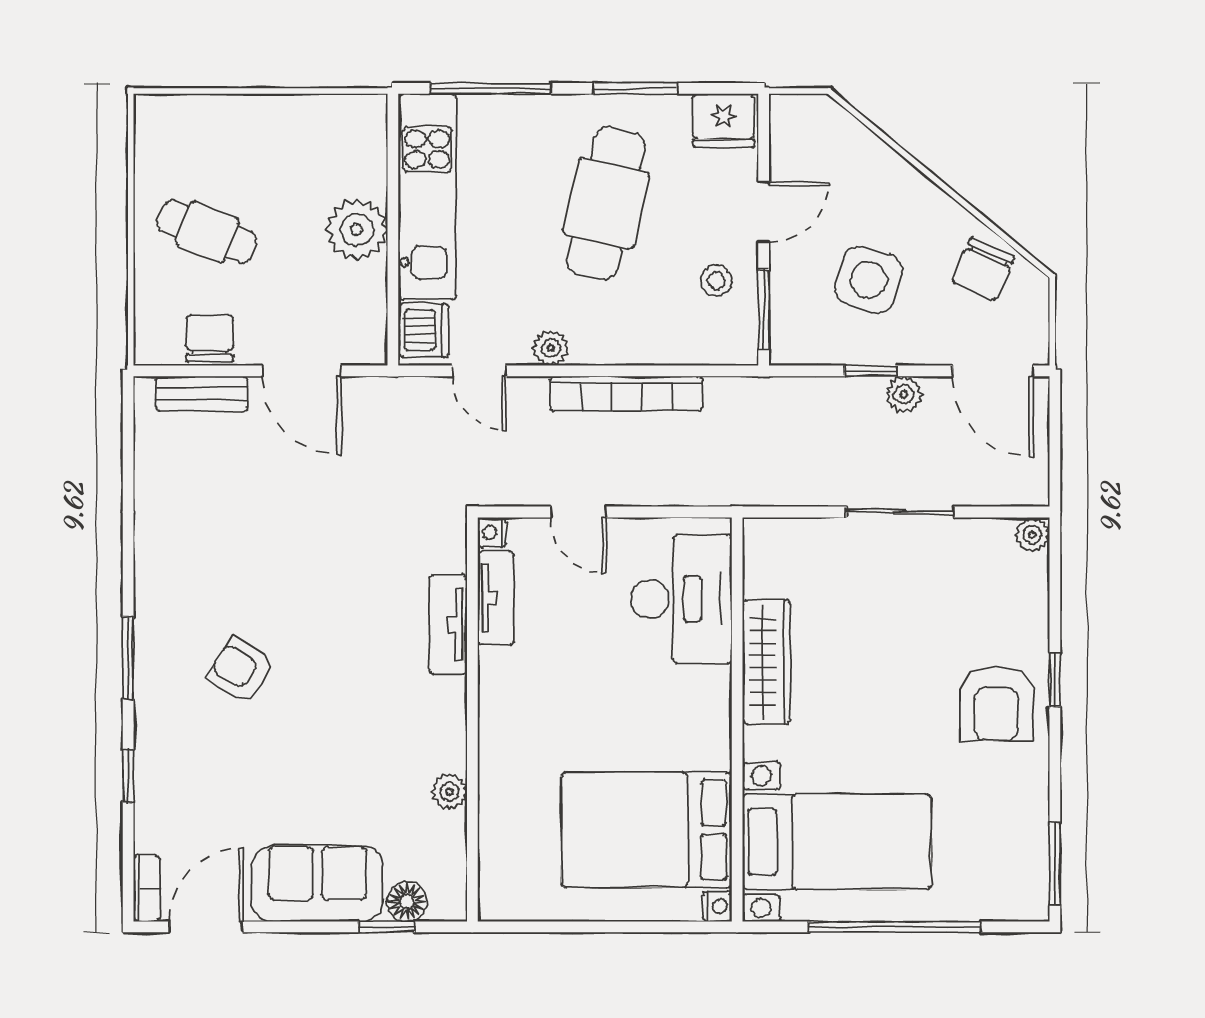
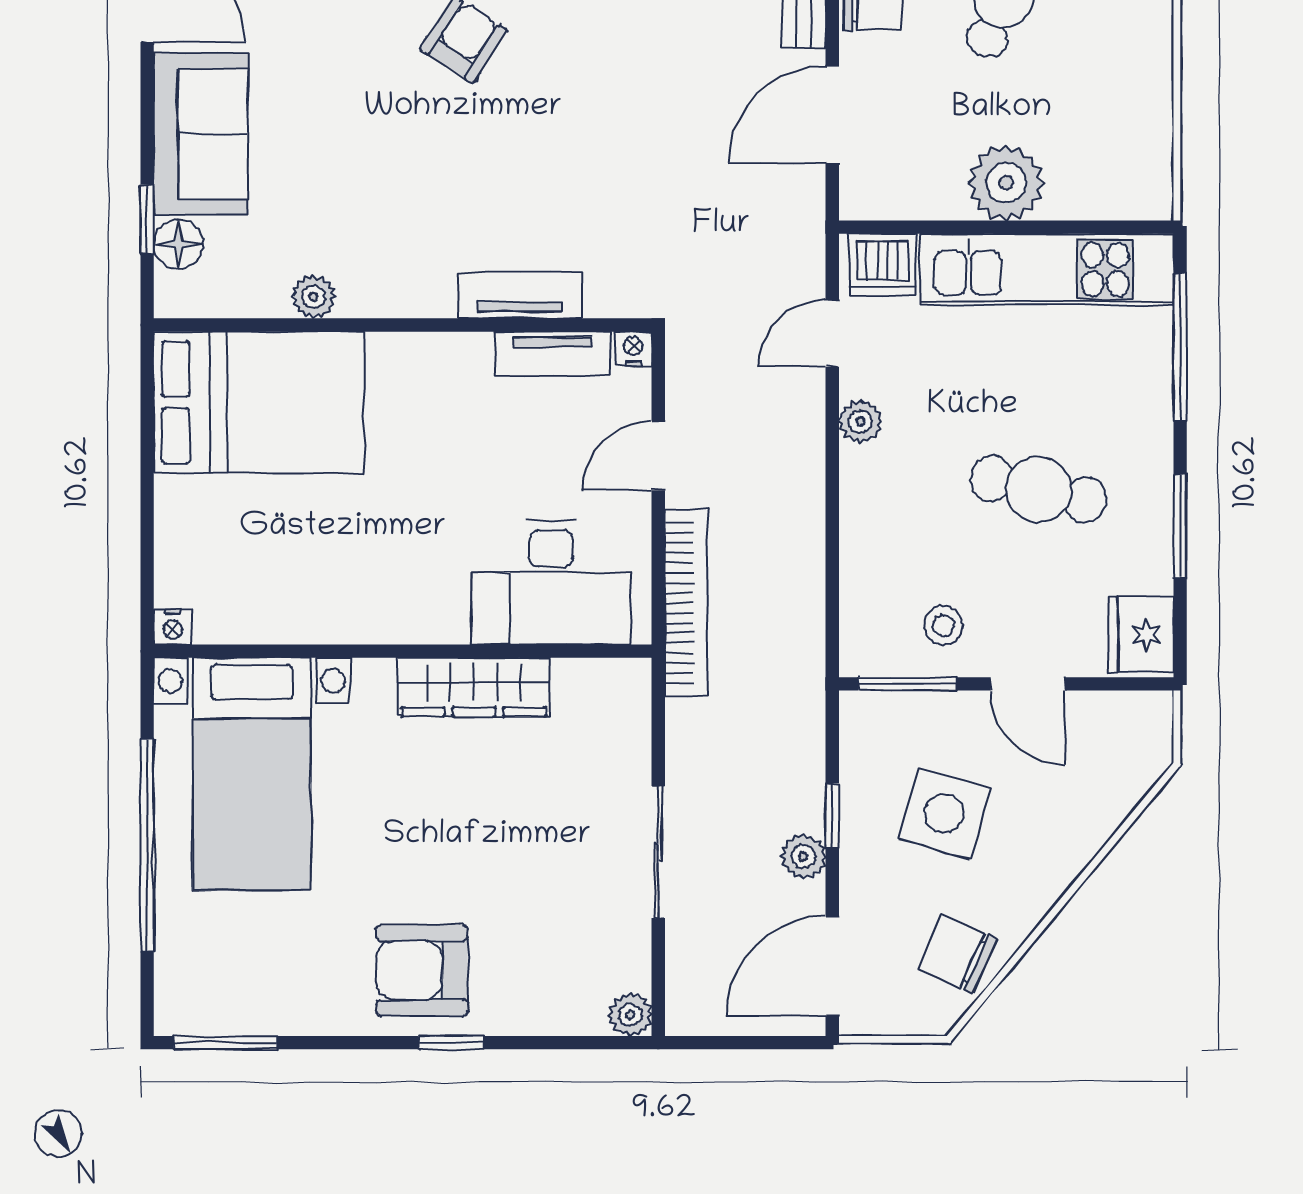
cafe table: (606, 203) -> (1038, 489), width x0.73, depth x0.74
bookcase: (626, 393) -> (686, 603), moved, turned 180
bed: (647, 830) -> (259, 402), moved, turned 90

